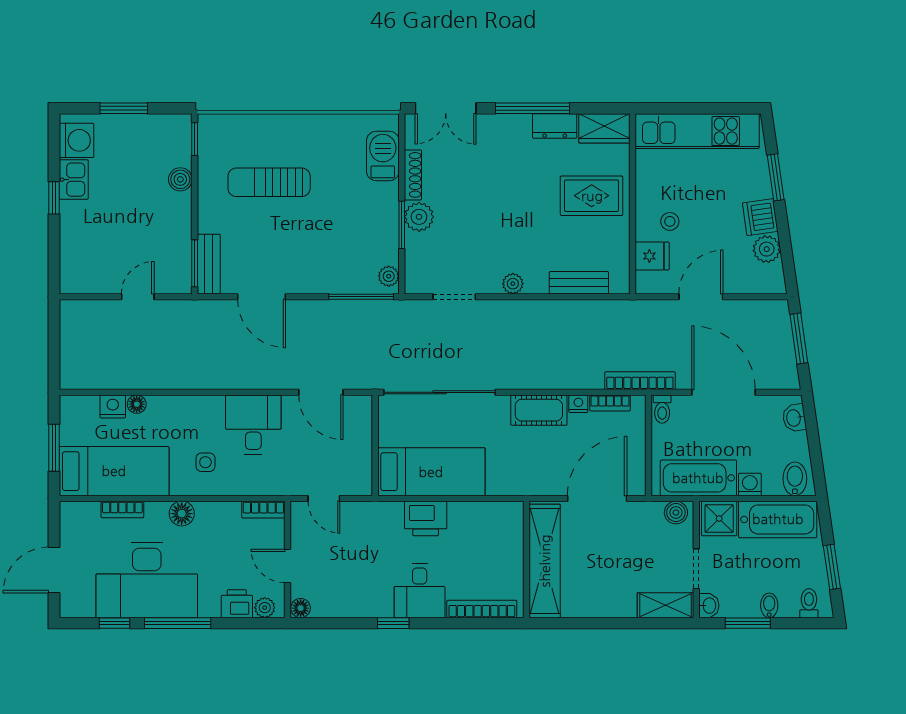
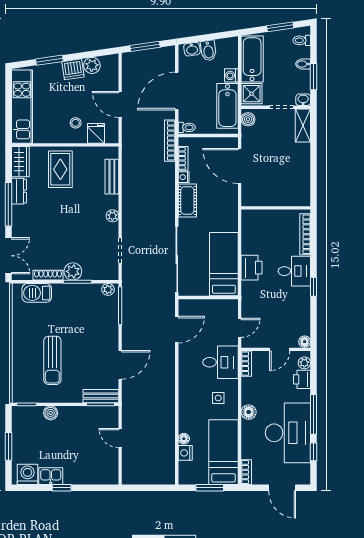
desk: (253, 425) -> (220, 362), moved, turned 180
bidet: (795, 479) -> (208, 51), moved, turned -98
bookcase: (122, 510) -> (246, 472), moved
shelving: (545, 561) -> (277, 197), removed

